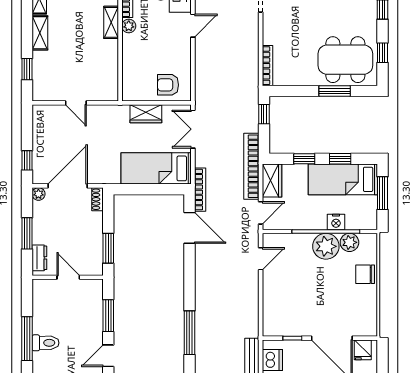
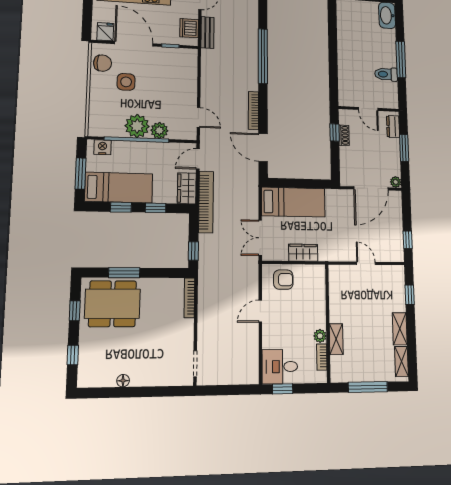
door: (193, 26) -> (260, 311), moved
double door: (193, 129) -> (260, 238), swing flipped
window: (27, 160) -> (408, 240), moved
bookcase: (200, 190) -> (253, 110), moved
shoe rack: (97, 199) -> (344, 135), moved
nightstand: (336, 222) -> (102, 147), moved
plant: (349, 242) -> (159, 130), moved
window: (108, 248) -> (335, 132), width x0.67
door: (261, 259) -> (198, 117), swing flipped
chair: (365, 274) -> (103, 63), moved
side table: (339, 295) -> (126, 82), added
window: (108, 316) -> (333, 75), removed
window: (189, 333) -> (263, 56), width x1.46
toilet: (46, 343) -> (386, 74), moved
door: (108, 356) -> (333, 41), removed

